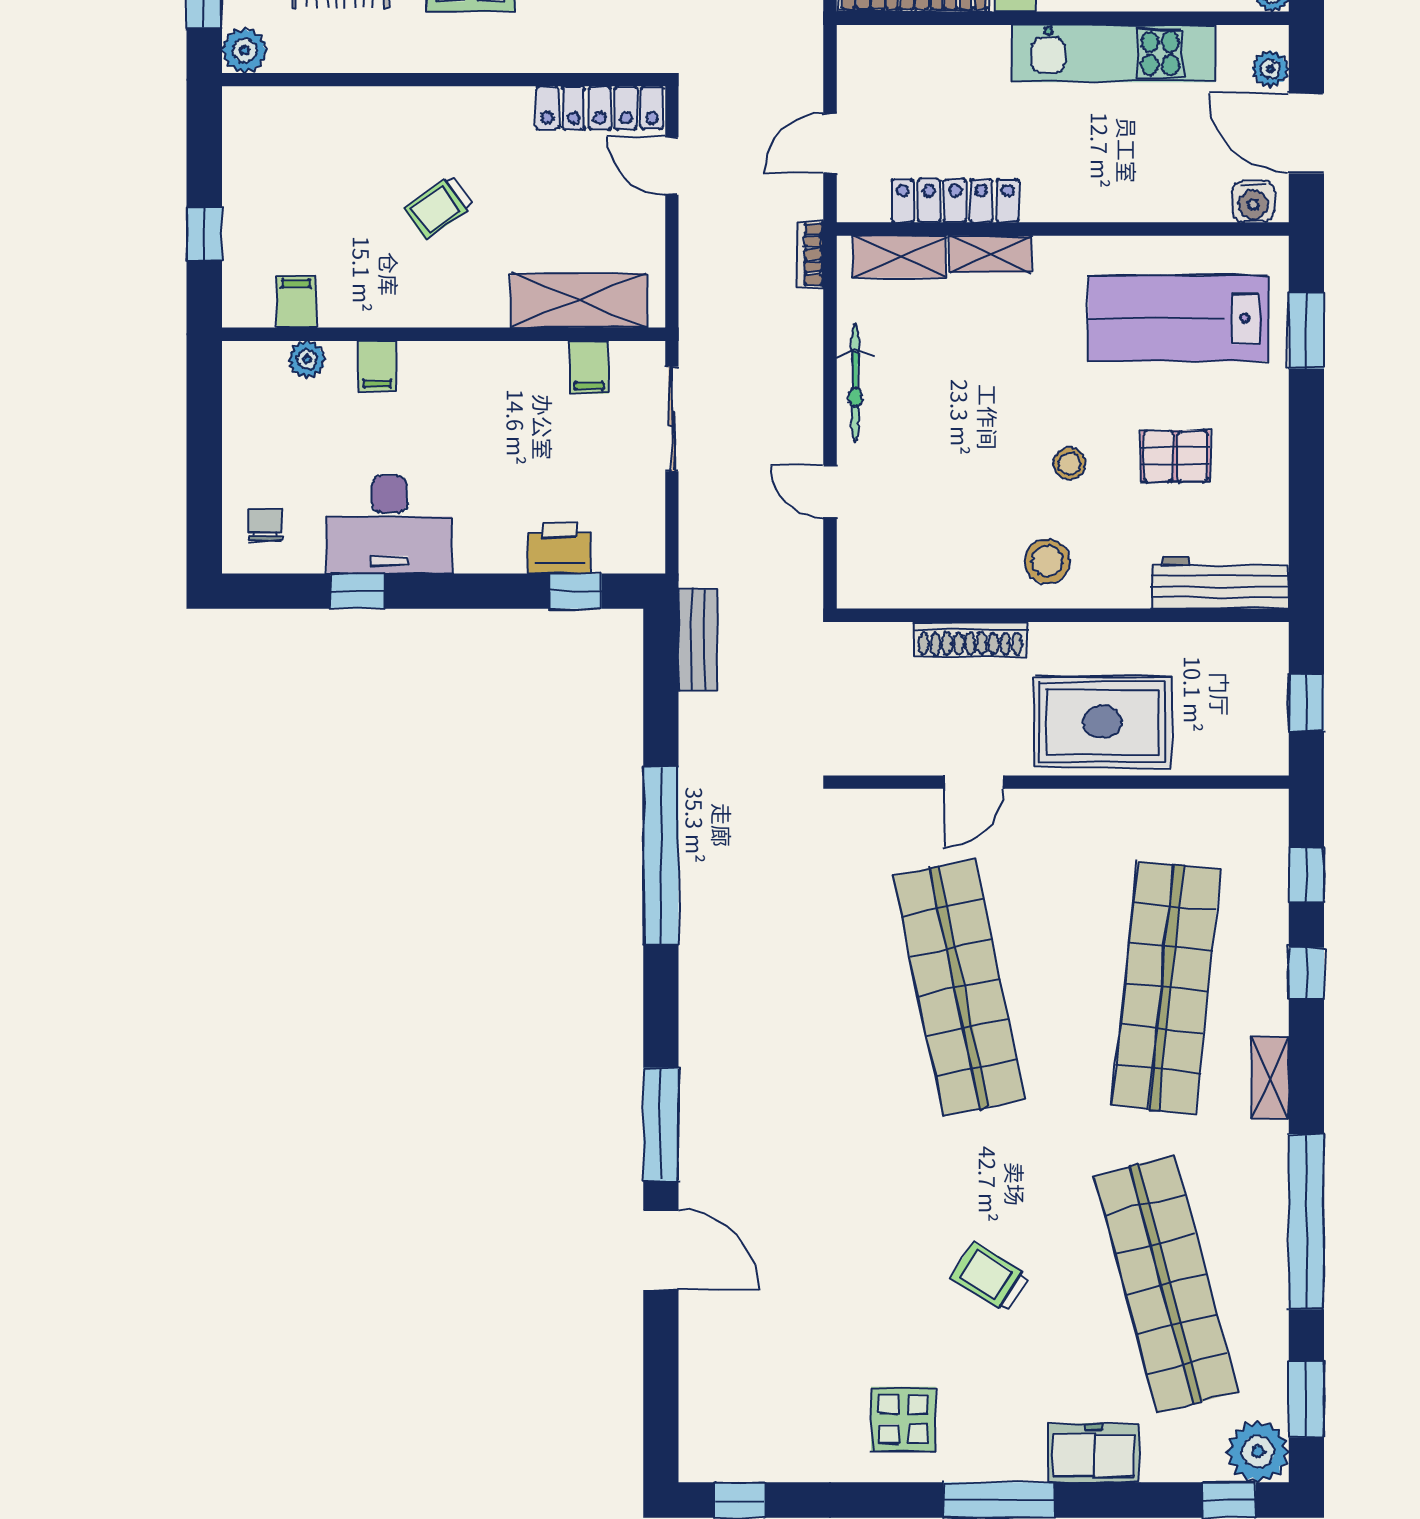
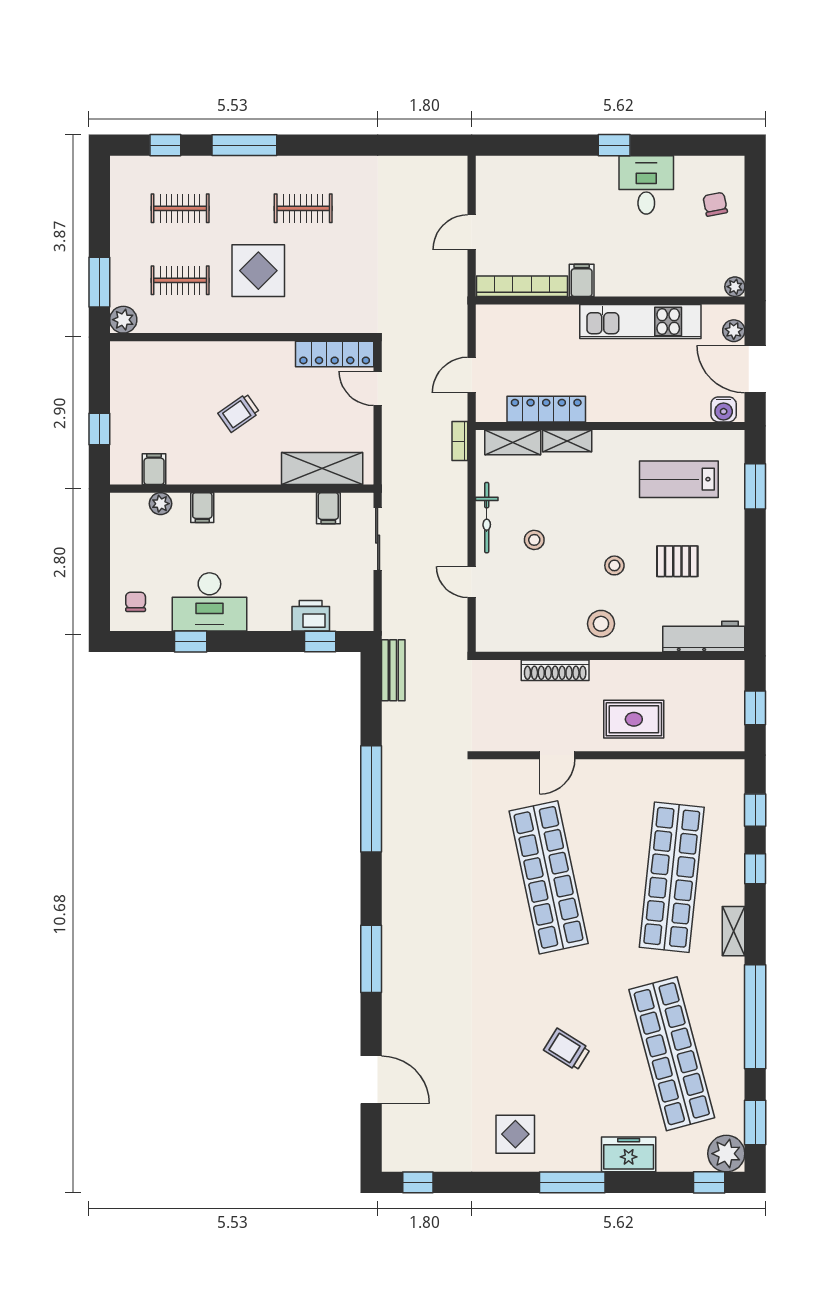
lab bench: (1178, 318) -> (679, 479), width x0.73, depth x0.72
stool: (935, 420) -> (534, 540), added
rug: (1102, 722) -> (634, 719), width x0.73, depth x0.70
door: (661, 1250) -> (371, 1080), moved

